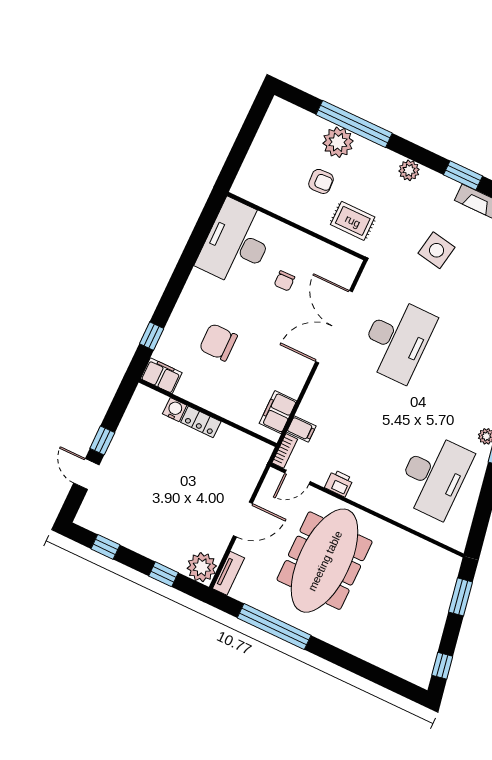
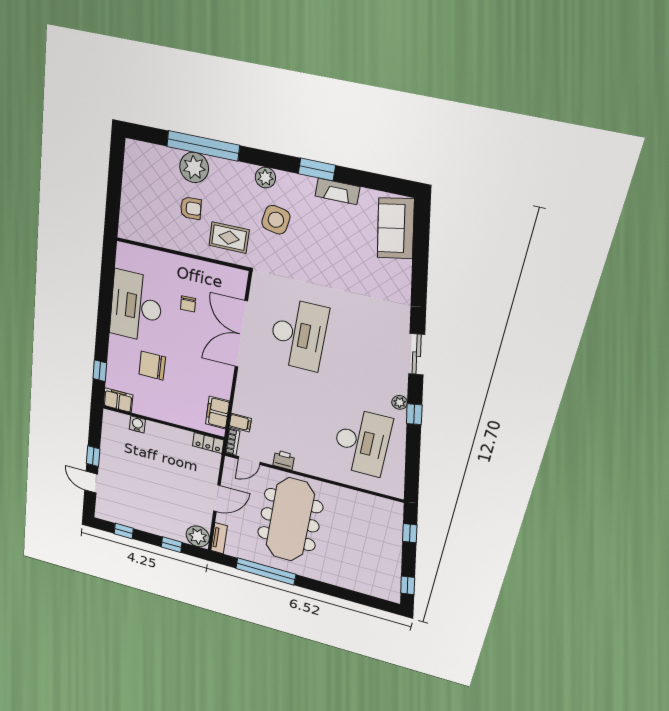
desk: (237, 243) -> (136, 307), moved
side table: (437, 250) -> (276, 220), moved
locker: (201, 422) -> (208, 443), moved
window: (461, 597) -> (410, 533), width x0.67

